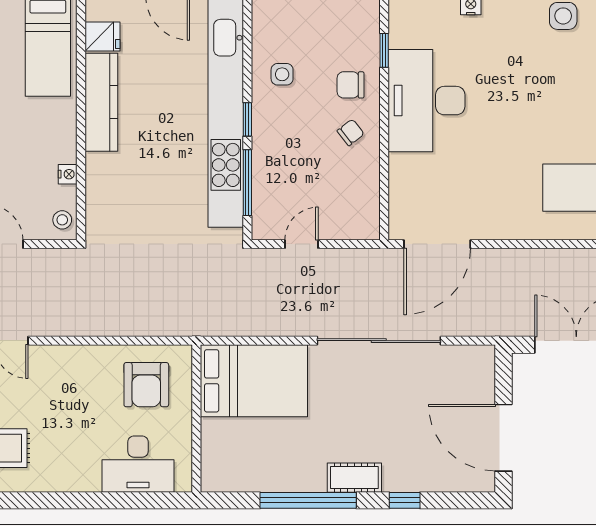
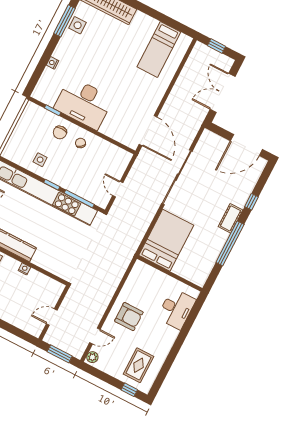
nightstand: (68, 174) -> (24, 269), moved
stool: (62, 220) -> (54, 287), removed
armchair: (146, 385) -> (129, 317), moved

